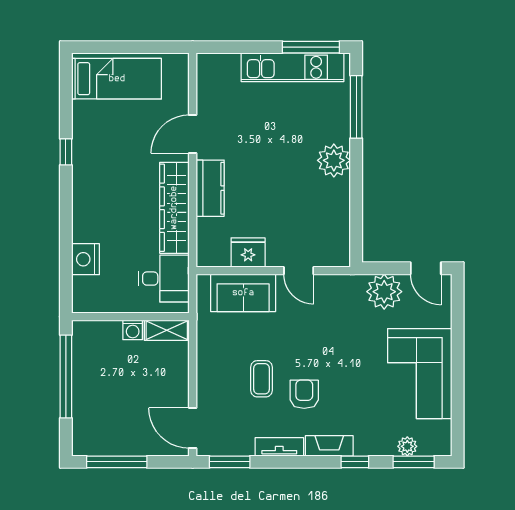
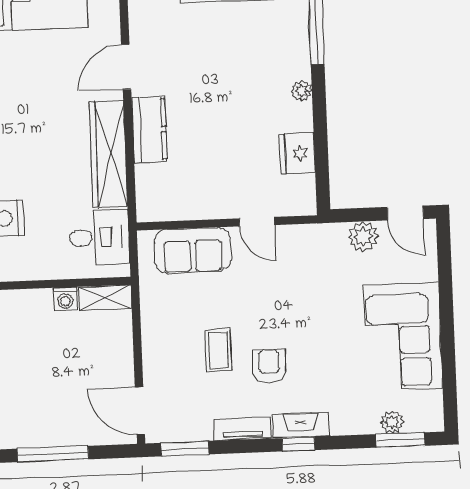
plant: (334, 160) -> (302, 91), width x0.53, depth x0.53
fridge: (248, 252) -> (297, 153), moved, turned -90
plant: (384, 292) -> (363, 237), width x0.73, depth x0.73
window: (355, 462) -> (298, 444), moved

